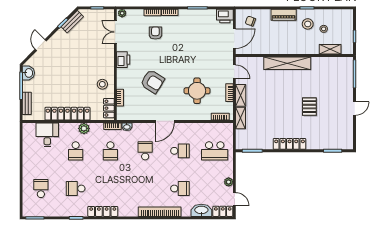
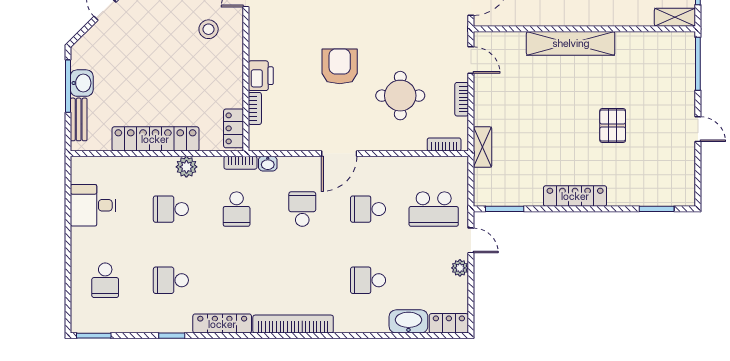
shelving: (330, 49) -> (675, 17), moved
printer: (123, 60) -> (261, 76), moved
washbasin: (28, 73) -> (82, 83), moved
armchair: (152, 82) -> (340, 66), moved, turned -122
stool: (102, 84) -> (209, 29), moved
shelving: (241, 95) -> (483, 104), removed
door: (355, 108) -> (698, 129), hinge flipped
desk: (47, 135) -> (93, 205), moved, turned -90
school desk: (76, 151) -> (171, 209), turned 90
school desk: (180, 151) -> (368, 209), turned 180
school desk: (41, 188) -> (105, 280), turned 180
school desk: (180, 188) -> (368, 280), turned 180
door: (234, 199) -> (471, 240), moved
bookcase: (160, 212) -> (293, 324), moved

